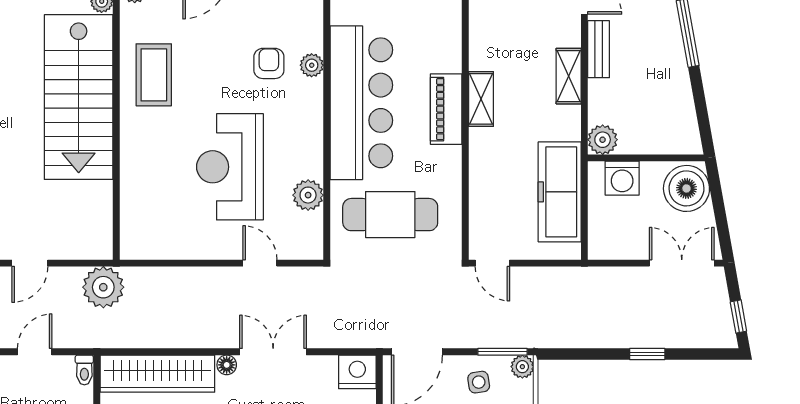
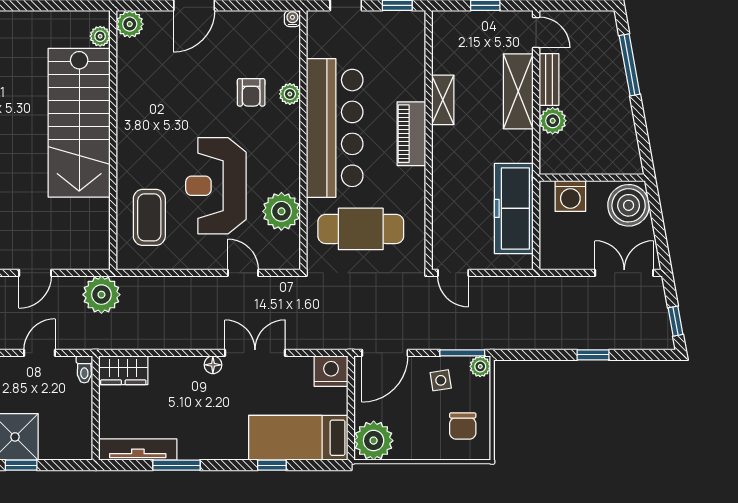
armchair: (269, 63) -> (251, 92), turned 180
coffee table: (154, 75) -> (149, 217), moved
shelving: (569, 76) -> (518, 91), width x1.50, depth x1.33
shelving: (481, 99) -> (443, 100), moved
plant: (603, 140) -> (553, 121), moved
plant: (308, 195) -> (281, 211), width x1.36, depth x1.36
wardrobe: (157, 374) -> (123, 370), width x0.48, depth x0.85

